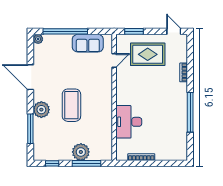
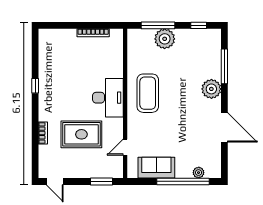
plant: (38, 39) -> (199, 173), moved
rug: (148, 54) -> (81, 134), moved
coffee table: (71, 105) -> (148, 93), moved
window: (190, 112) -> (35, 86), width x0.32
desk: (129, 122) -> (108, 98), moved

